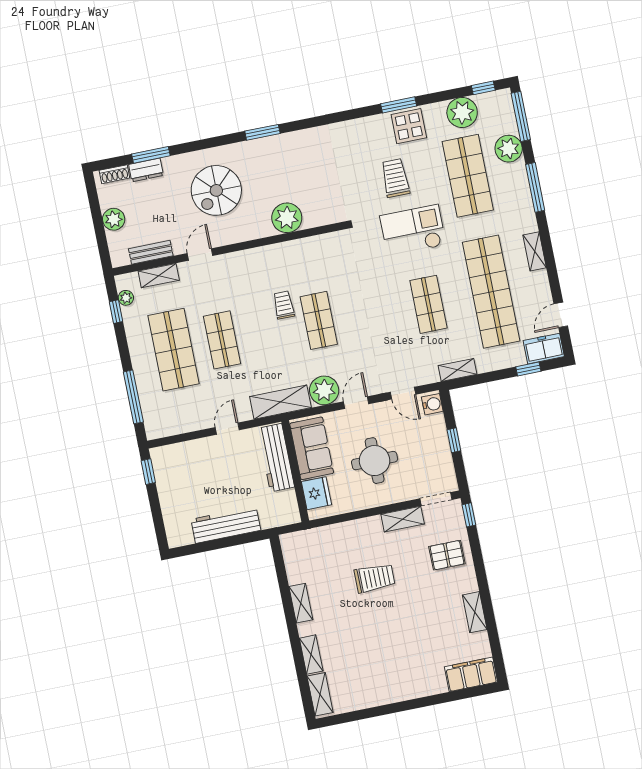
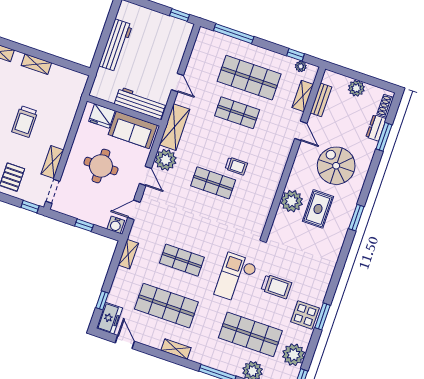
rug: (278, 182) -> (318, 209), added
checkout: (413, 230) -> (236, 278), turned 180
shop shelf: (491, 292) -> (166, 306), width x0.71

